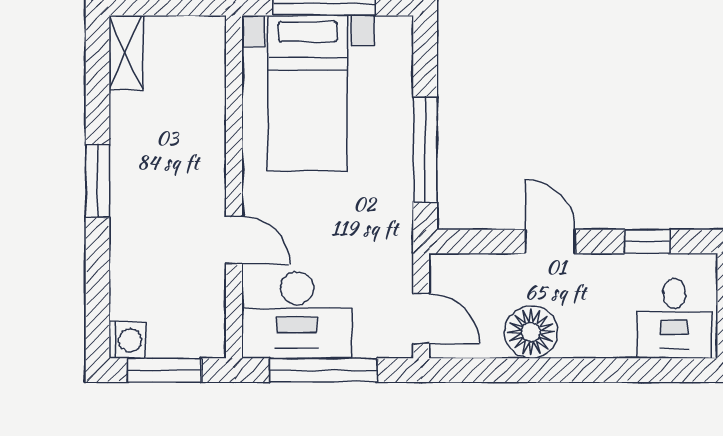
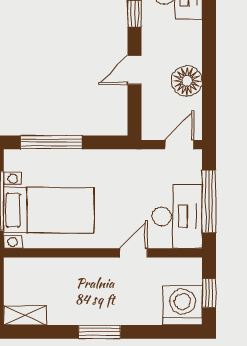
window: (425, 149) -> (51, 142), moved
washing machine: (127, 340) -> (182, 305), width x1.89, depth x1.89
window: (165, 370) -> (209, 293), width x0.67

